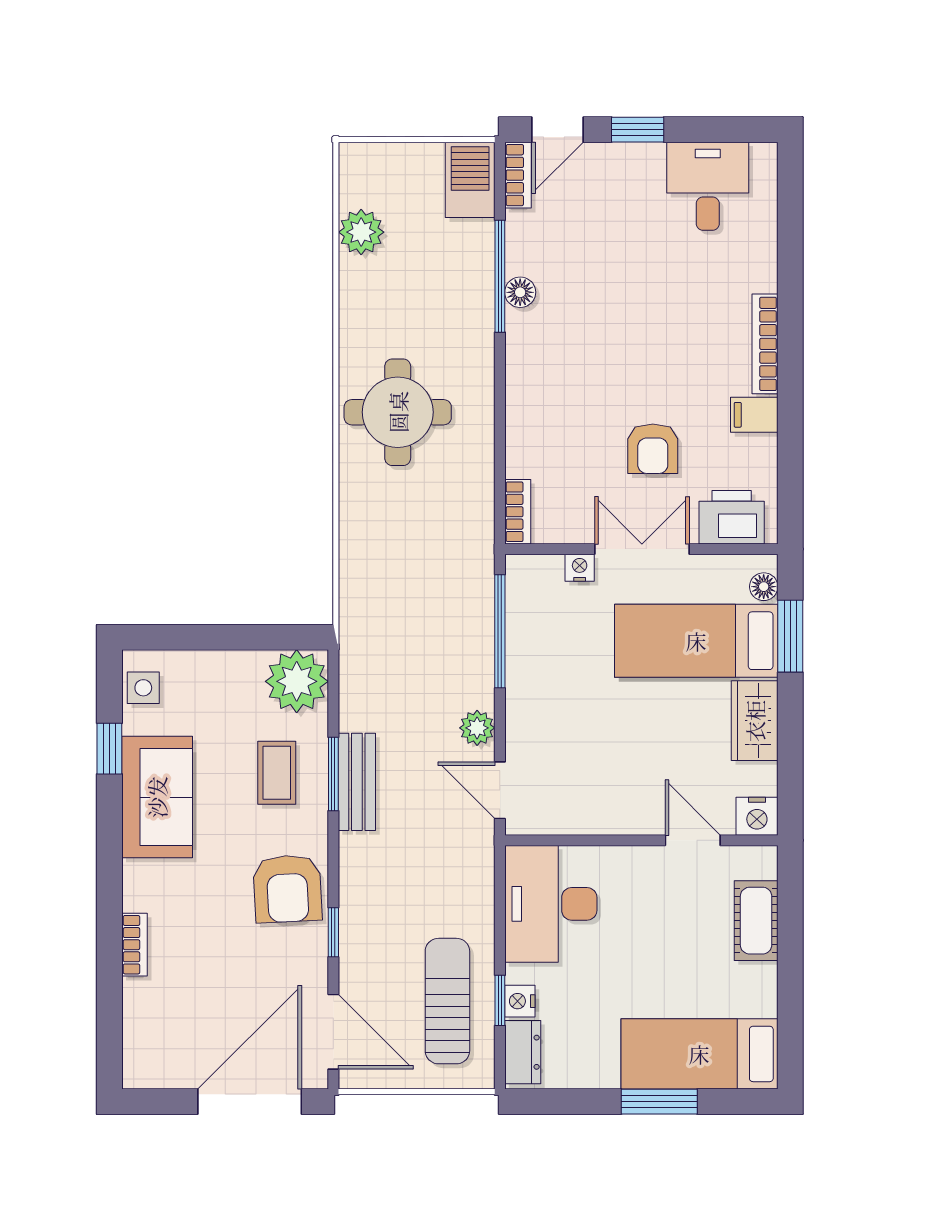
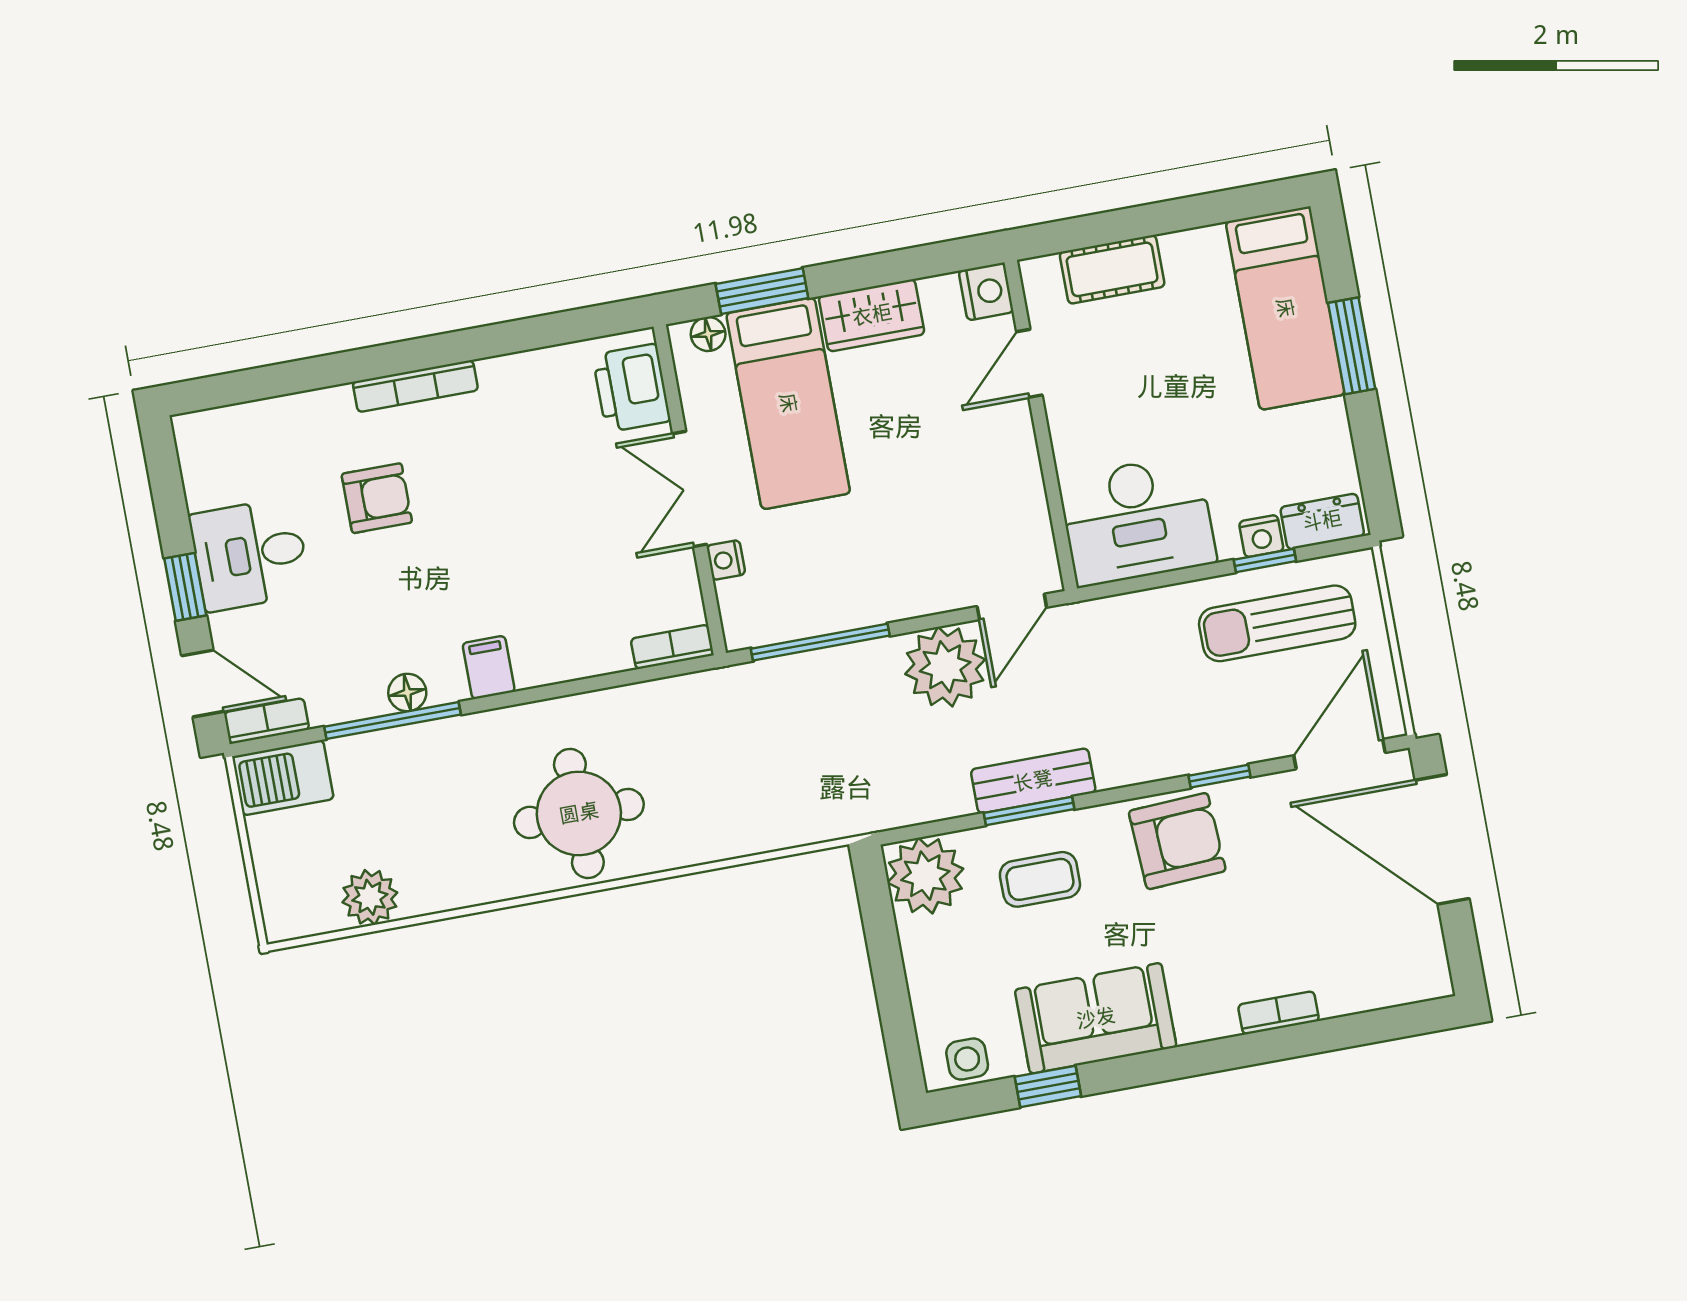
desk: (708, 186) -> (250, 554), moved
filing cabinet: (754, 415) -> (489, 667), moved, turned 180
armchair: (653, 449) -> (377, 498), moved
plant: (477, 728) -> (945, 667), width x1.88, depth x1.88

